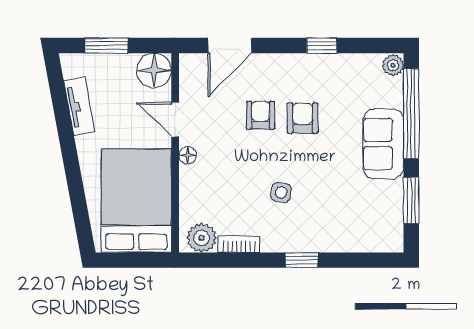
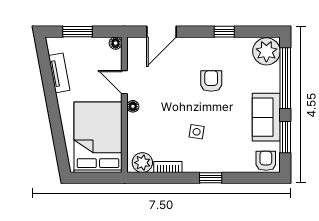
plant: (393, 65) -> (266, 51), width x1.88, depth x1.88
floor lamp: (154, 71) -> (116, 43), width x0.53, depth x0.53
armchair: (261, 115) -> (266, 161), moved
sofa: (383, 144) -> (266, 117), moved

